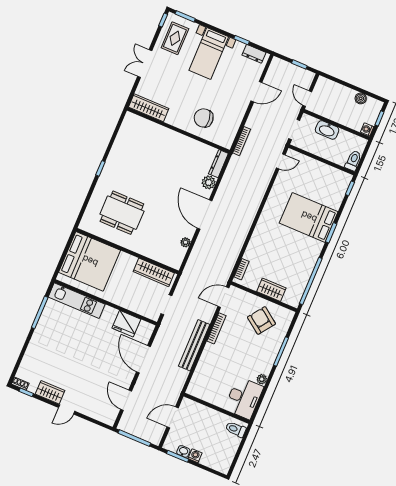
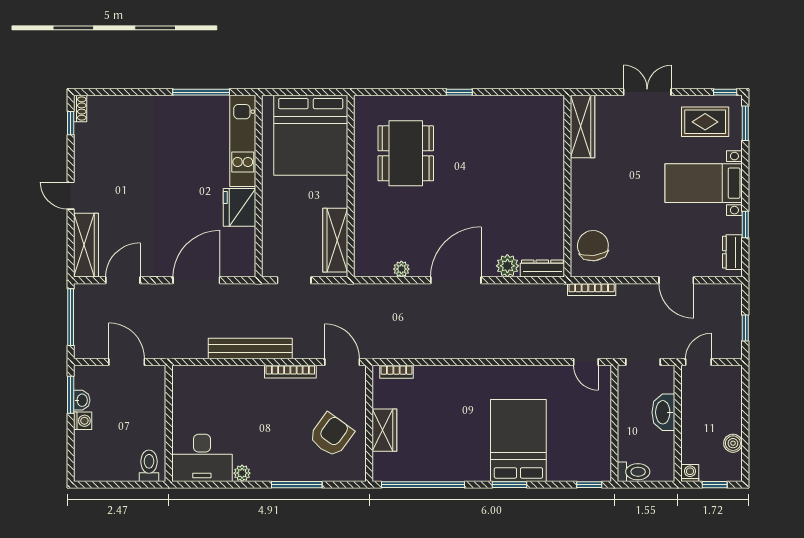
chair: (204, 118) -> (593, 246), moved
fridge: (126, 324) -> (239, 207), moved
wardrobe: (50, 392) -> (86, 245), moved, width x1.50

